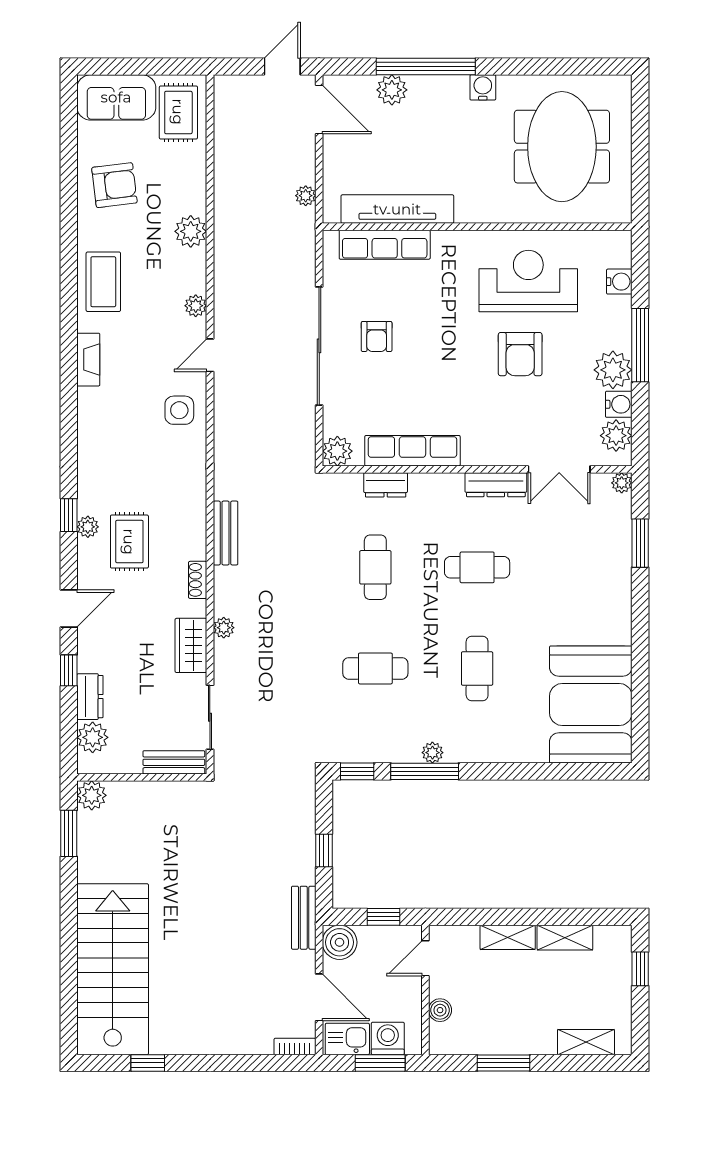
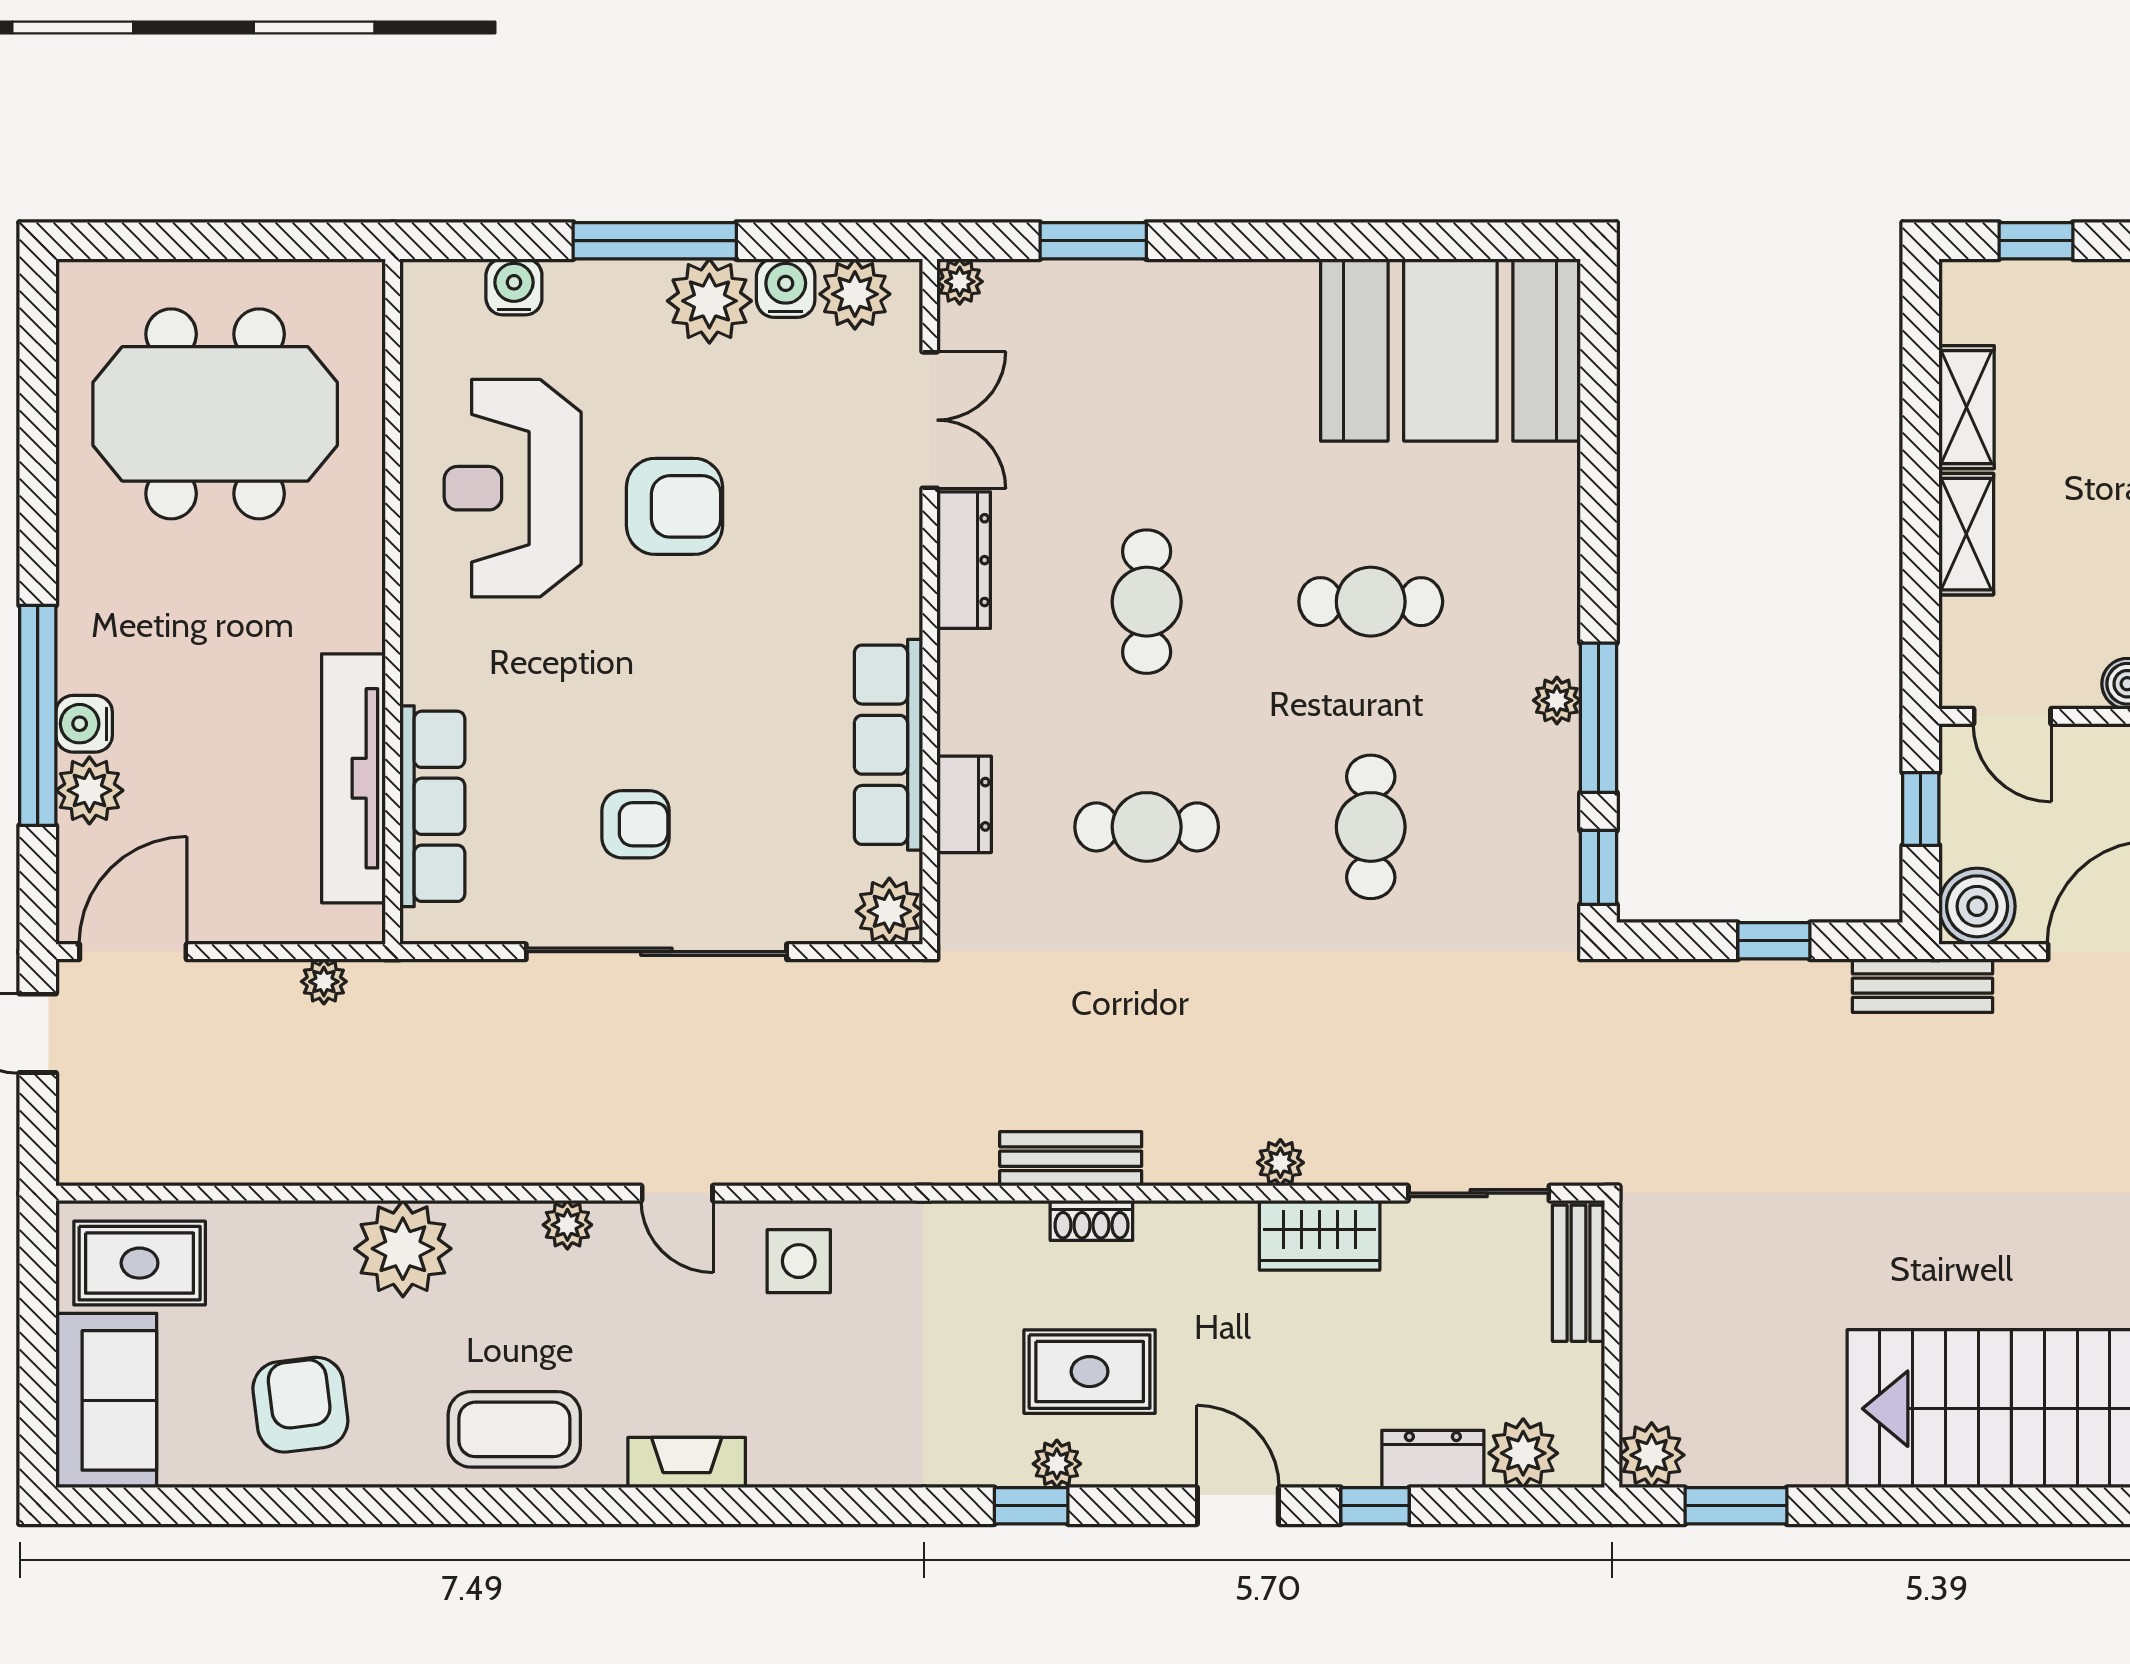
water cooler: (483, 87) -> (84, 724), moved
plant: (191, 231) -> (403, 1249), width x1.36, depth x1.36
shoe rack: (198, 580) -> (1091, 1220), moved

